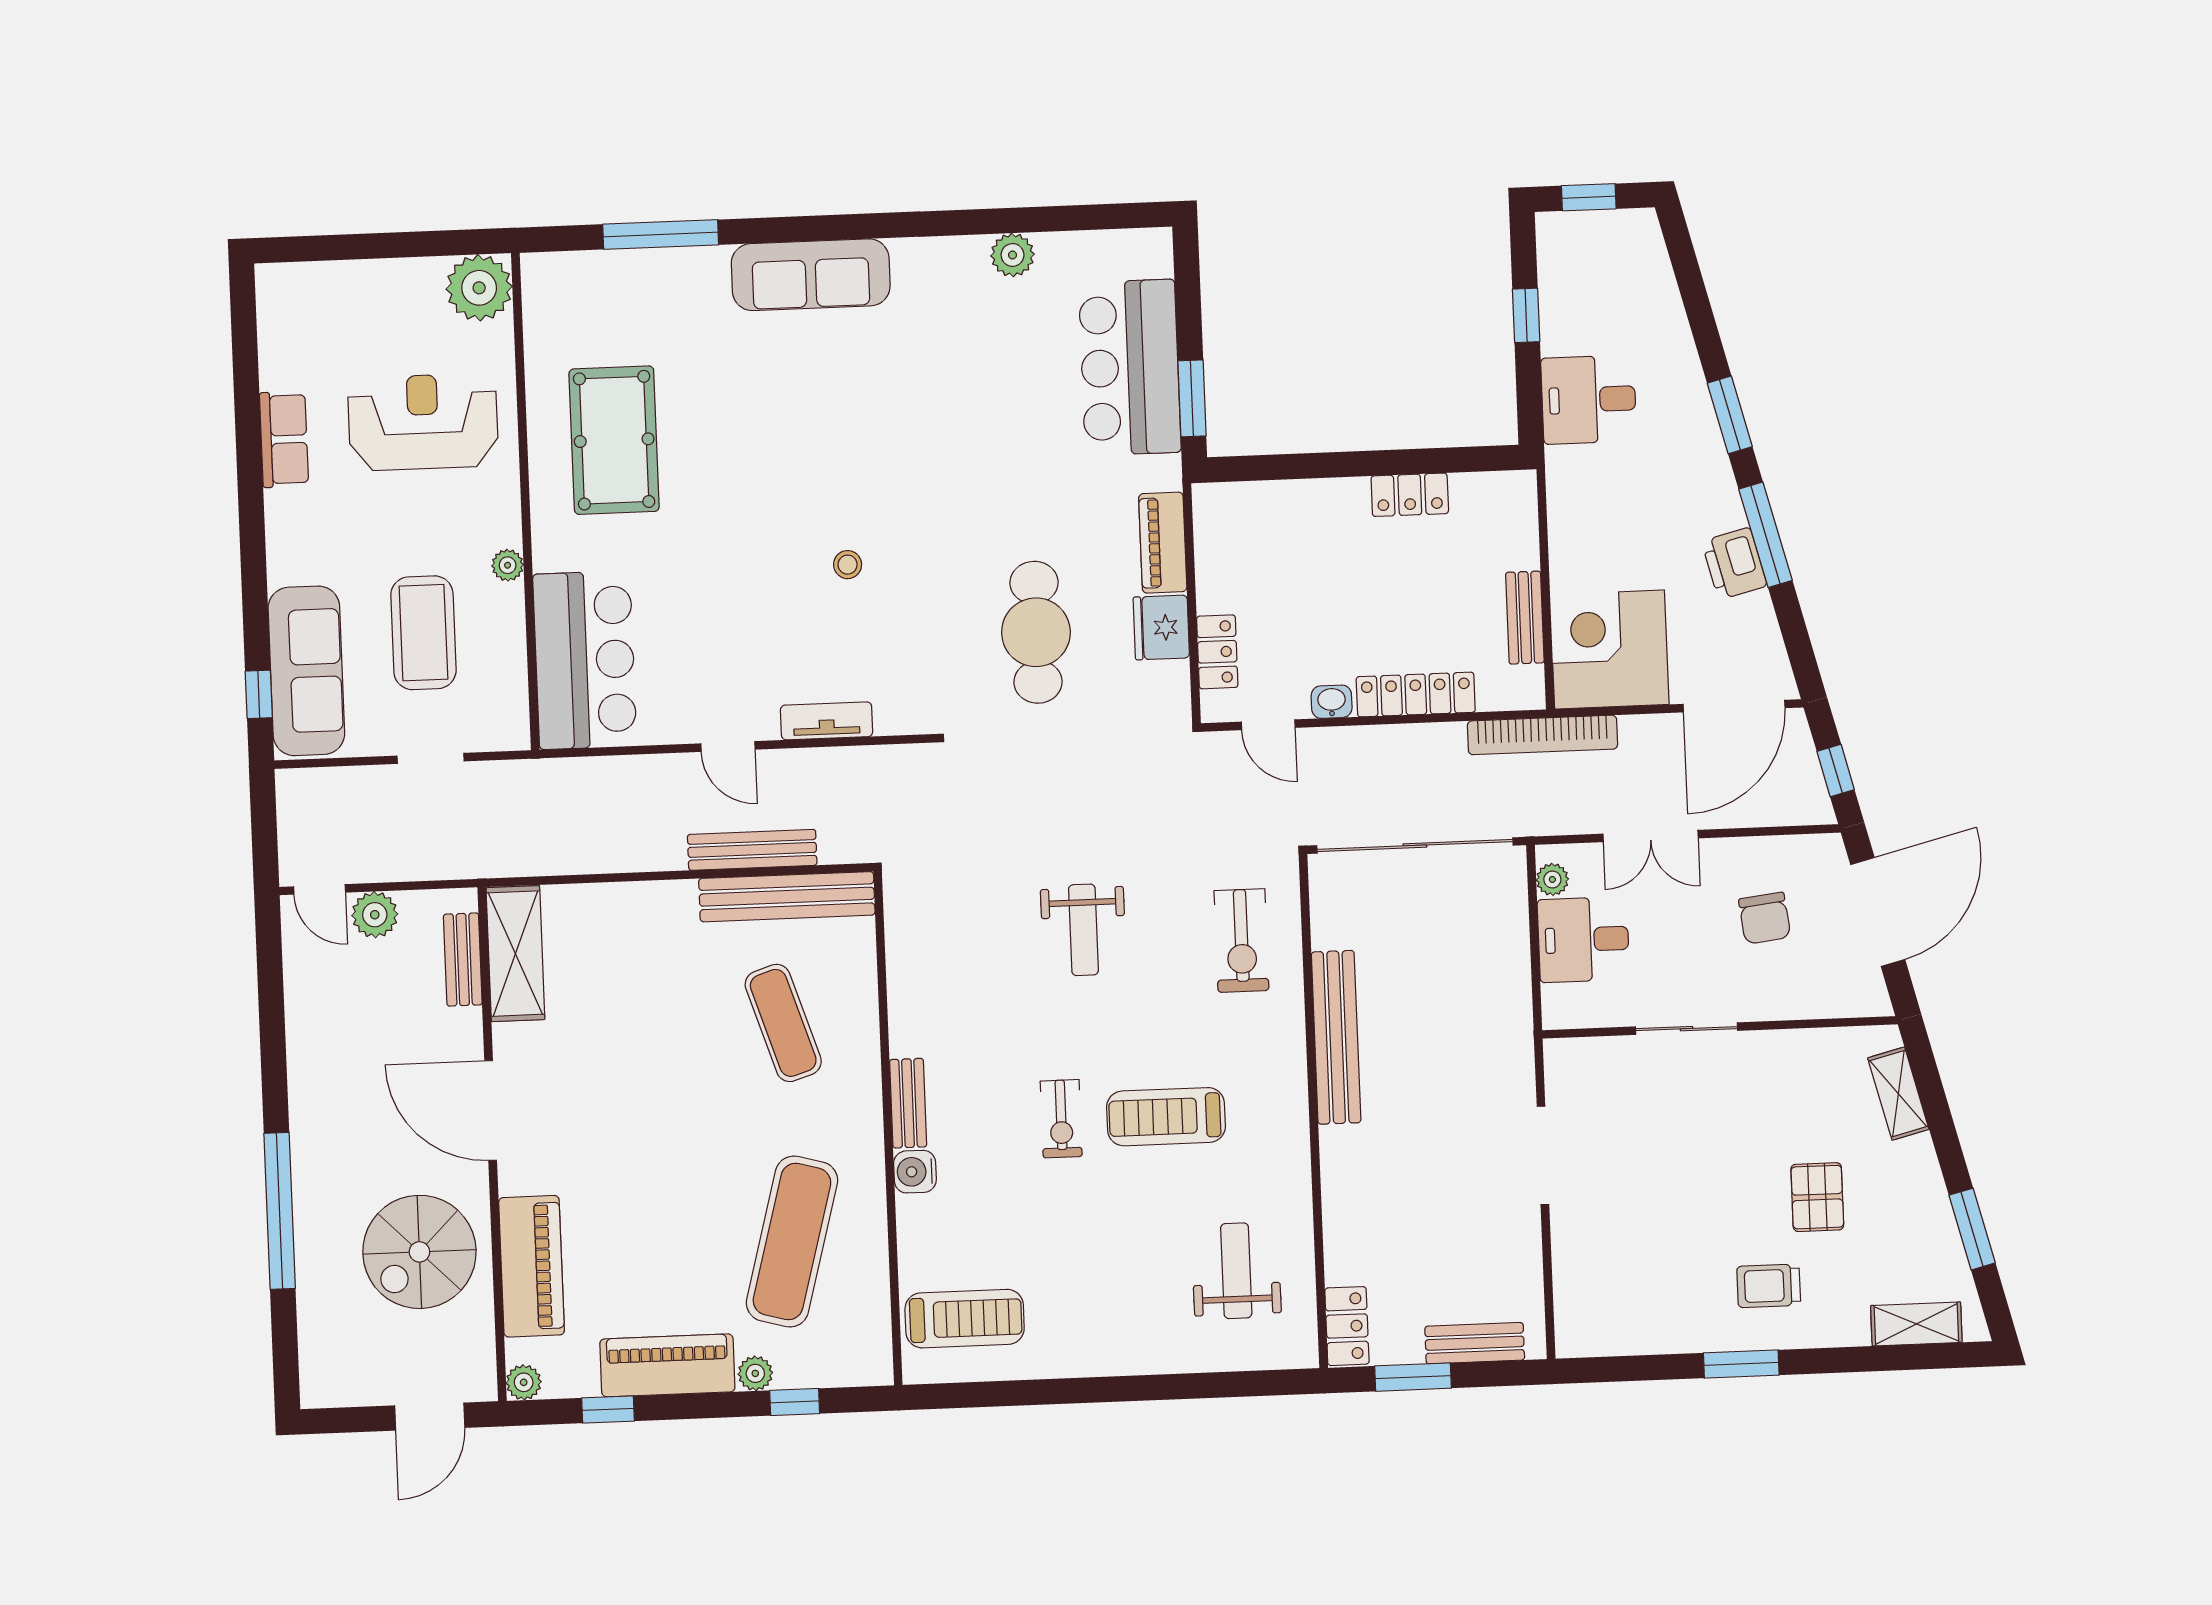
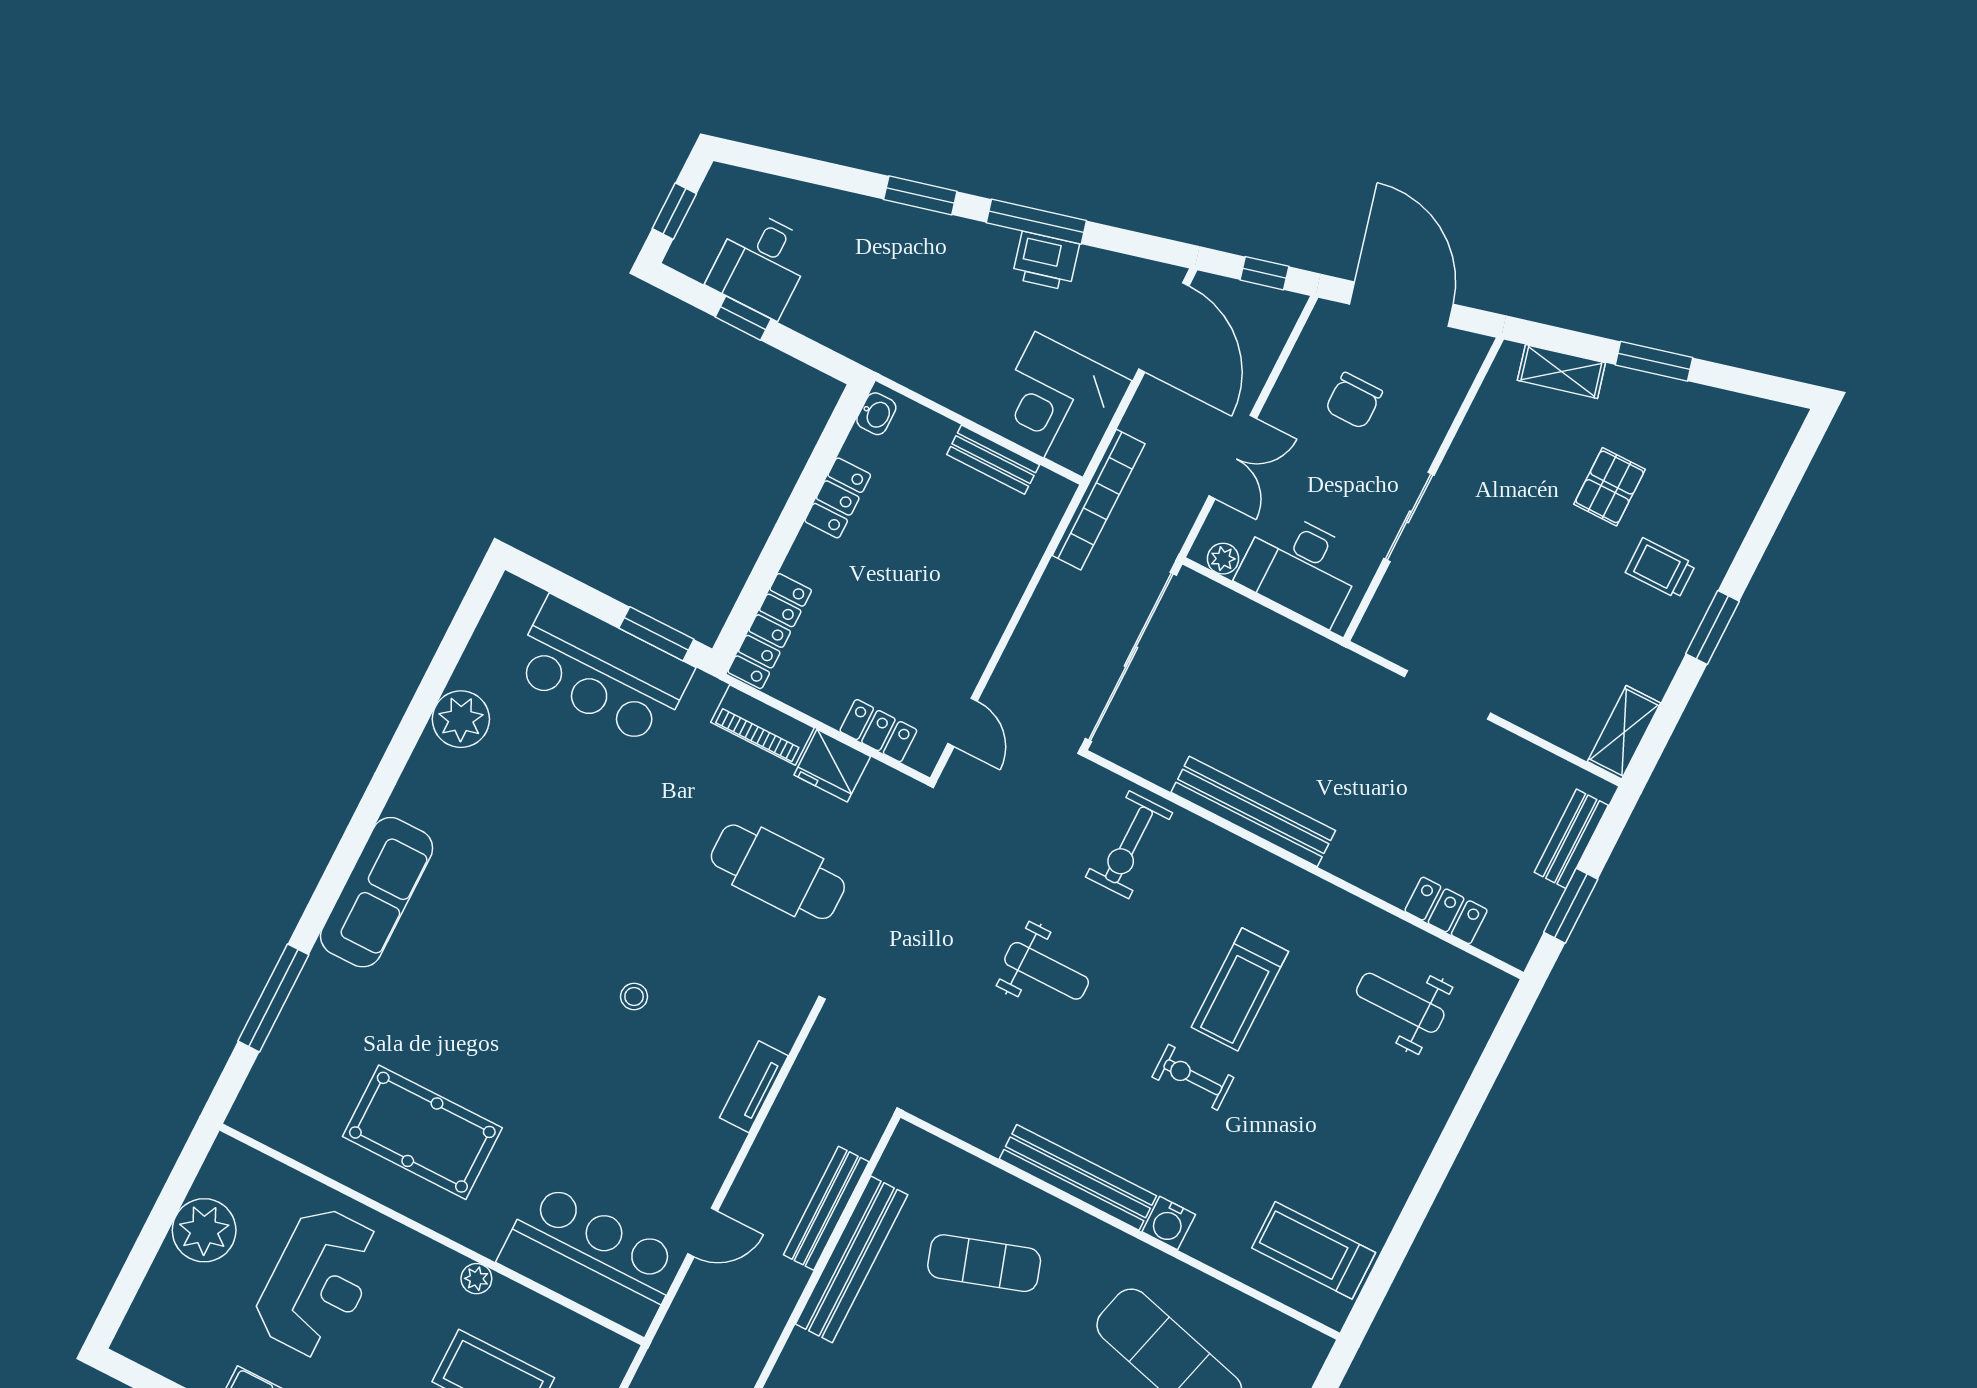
plant: (1013, 255) -> (461, 719), width x1.36, depth x1.36
plant: (479, 288) -> (204, 1230), moved
desk: (1589, 400) -> (761, 264), moved
reception desk: (423, 422) -> (318, 1282), turned 180
locker: (1416, 695) -> (770, 631), moved, turned 180
washbasin: (1332, 702) -> (876, 414), moved, turned 180
door: (1268, 725) -> (963, 722), hinge flipped
door: (728, 746) -> (703, 1232), moved
bench: (787, 897) -> (852, 1259), moved
chair: (1765, 918) -> (1354, 401), turned 97
desk: (1583, 940) -> (1300, 568), width x1.37
exercise bike: (1241, 941) -> (1129, 845), turned 90
bench: (908, 1103) -> (1078, 1177), width x1.86, depth x1.21
exercise bike: (1061, 1119) -> (1193, 1077), turned 180
pallet: (1817, 1197) -> (1610, 487), turned 90
window: (1972, 1229) -> (1654, 361), moved
trolley: (1769, 1286) -> (1661, 568), turned 90
treadmill: (965, 1319) -> (1314, 1250), turned -90
shelving: (1916, 1324) -> (1624, 732), moved
locker: (1347, 1326) -> (1446, 910), moved

